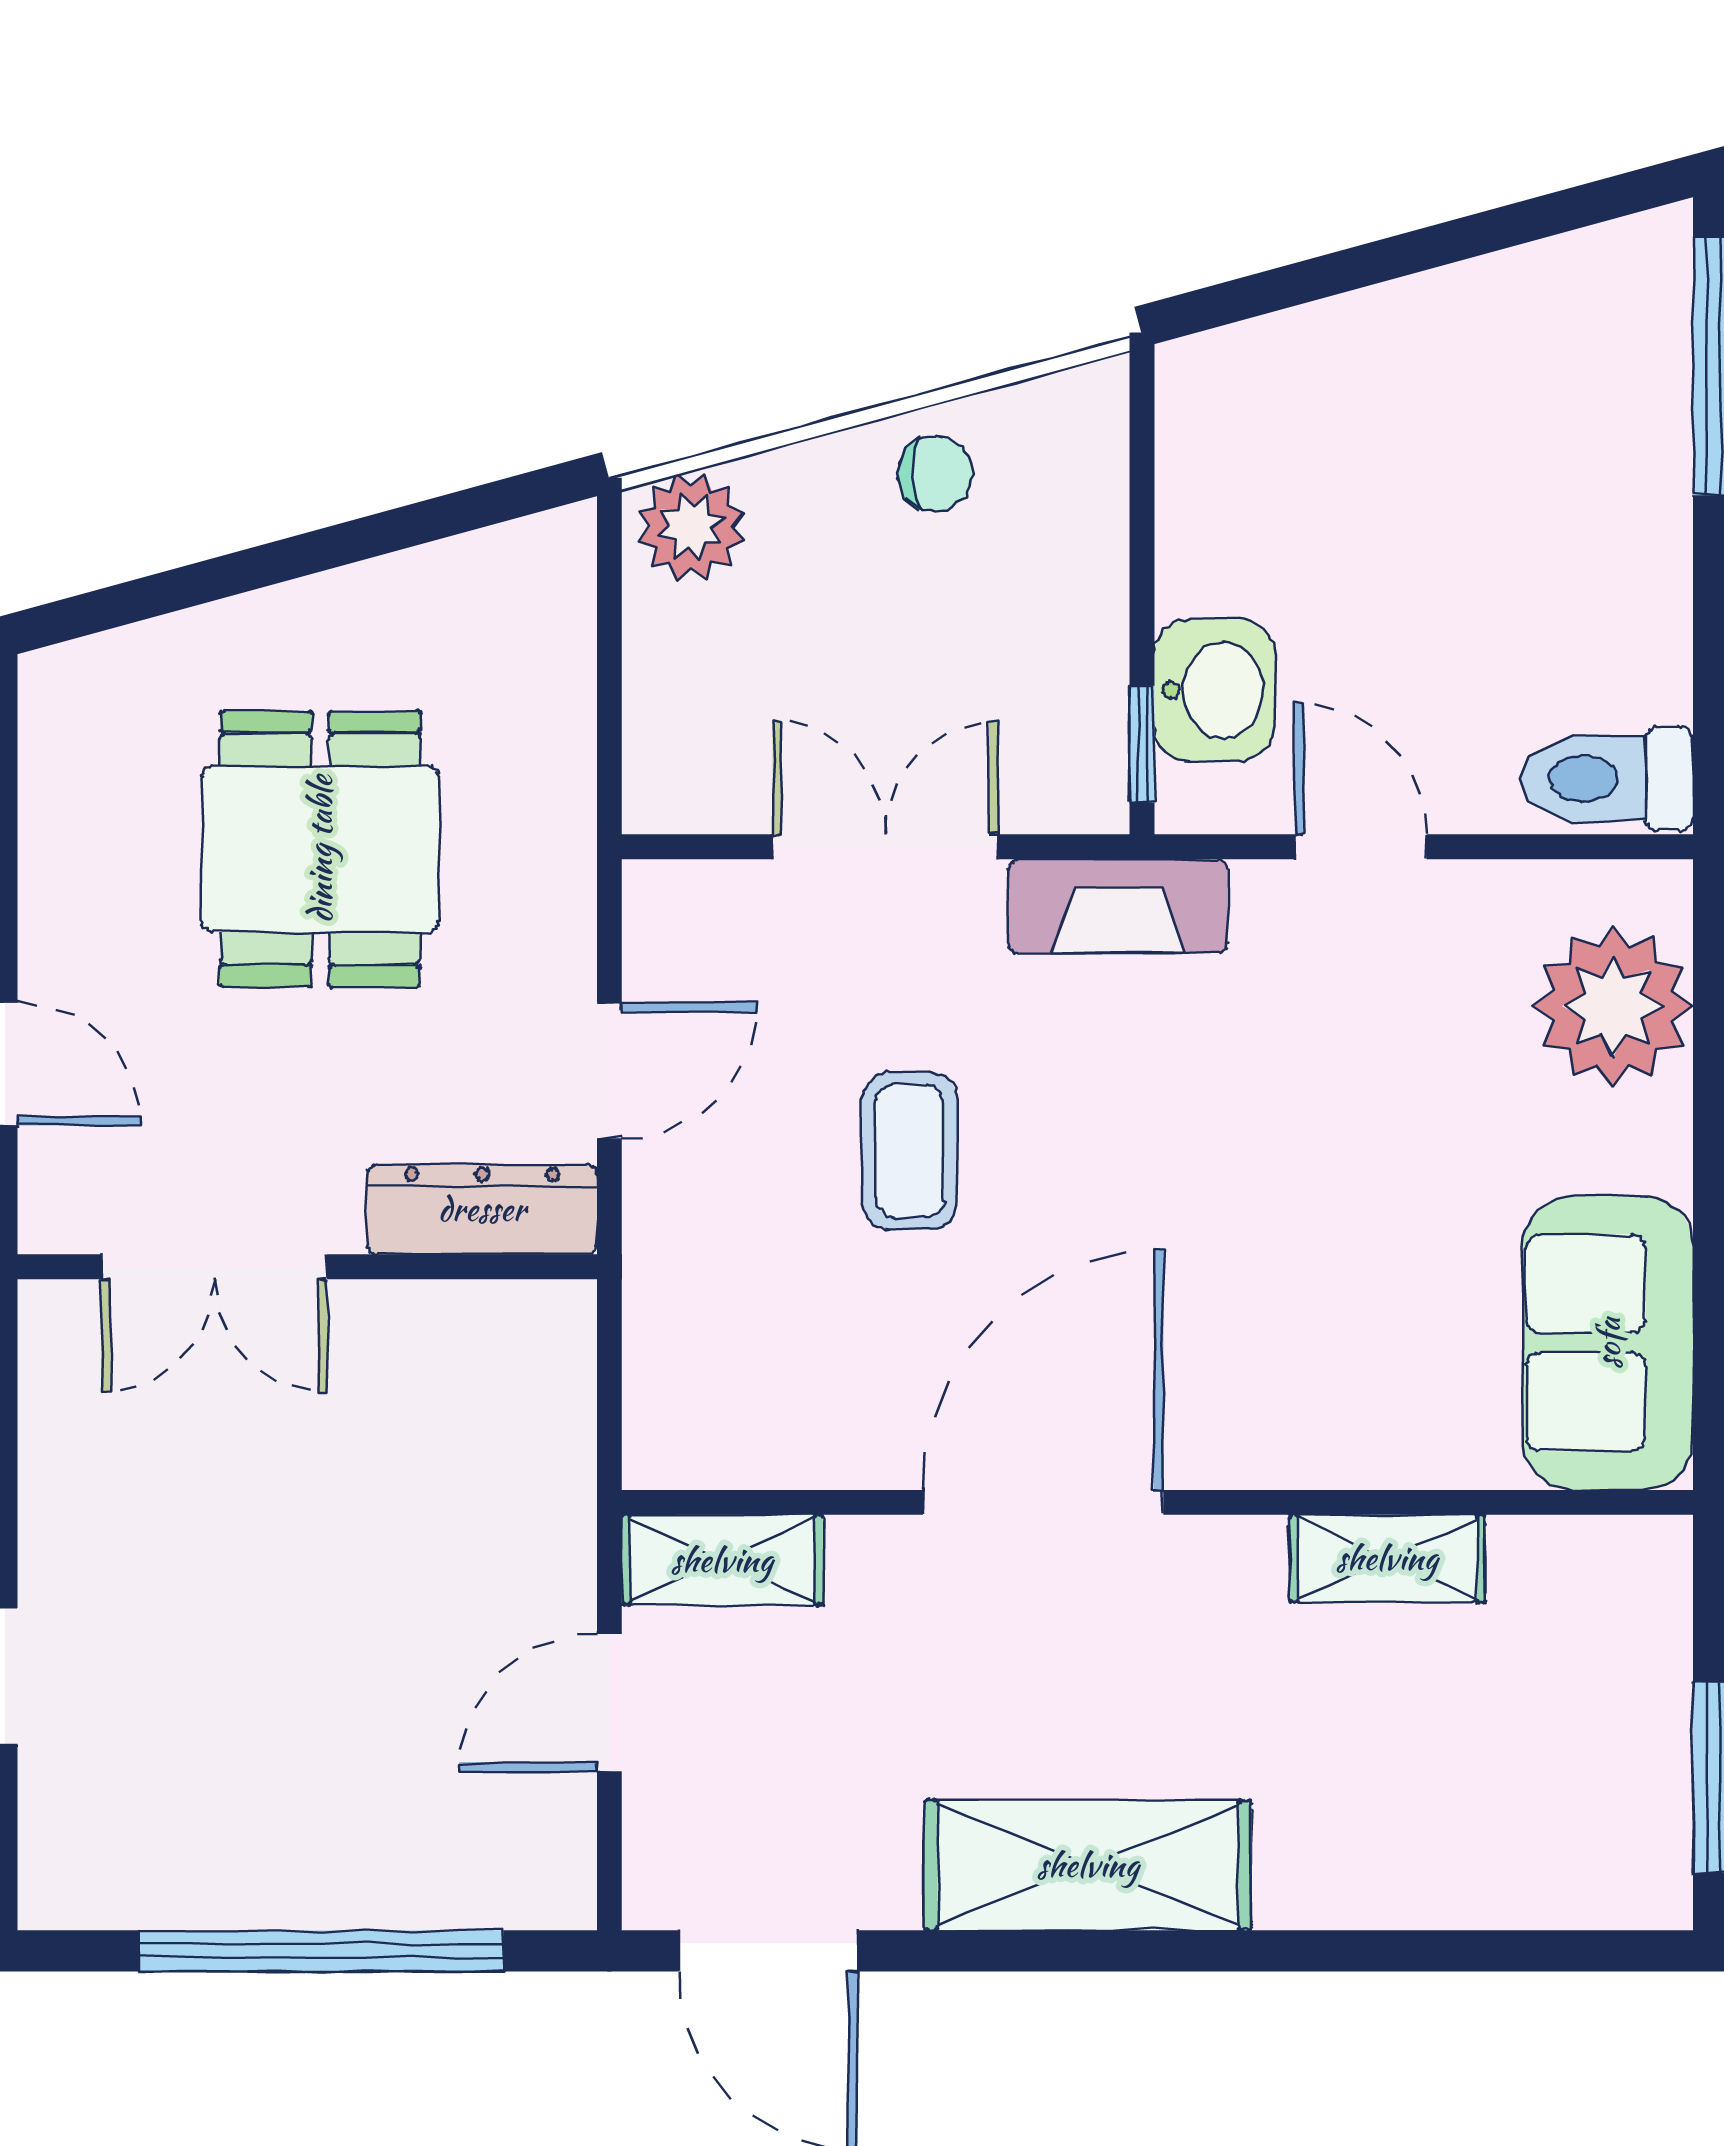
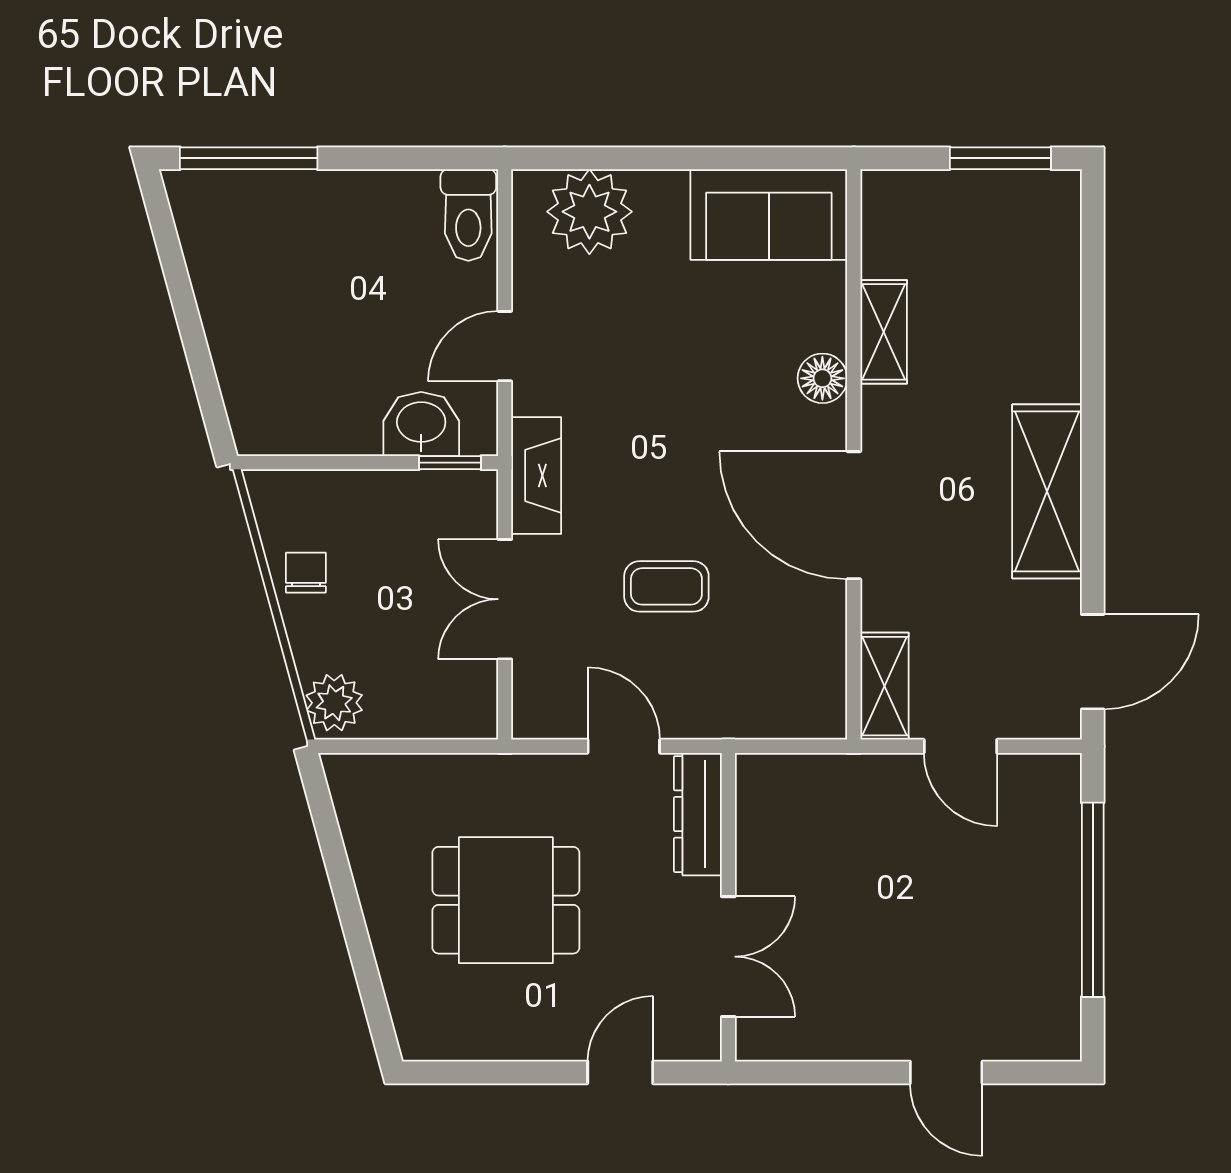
floor lamp: (1300, 1444) -> (822, 378), added

